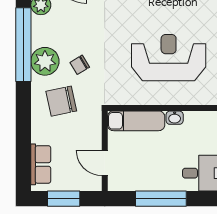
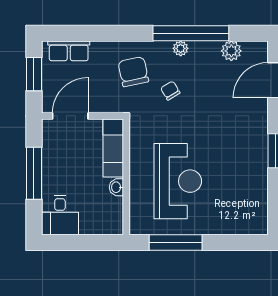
plant: (45, 61) -> (181, 48), width x0.53, depth x0.53
door: (105, 163) -> (70, 116), width x1.38

